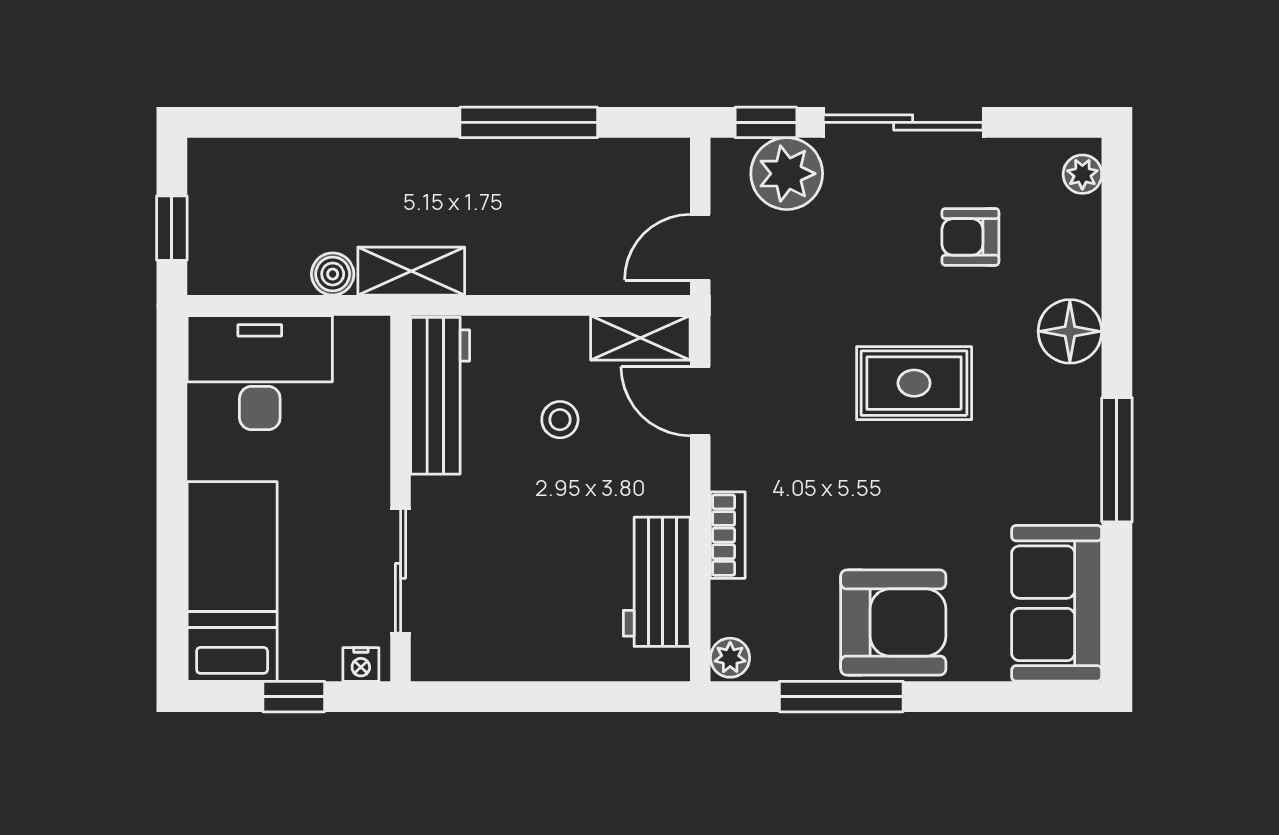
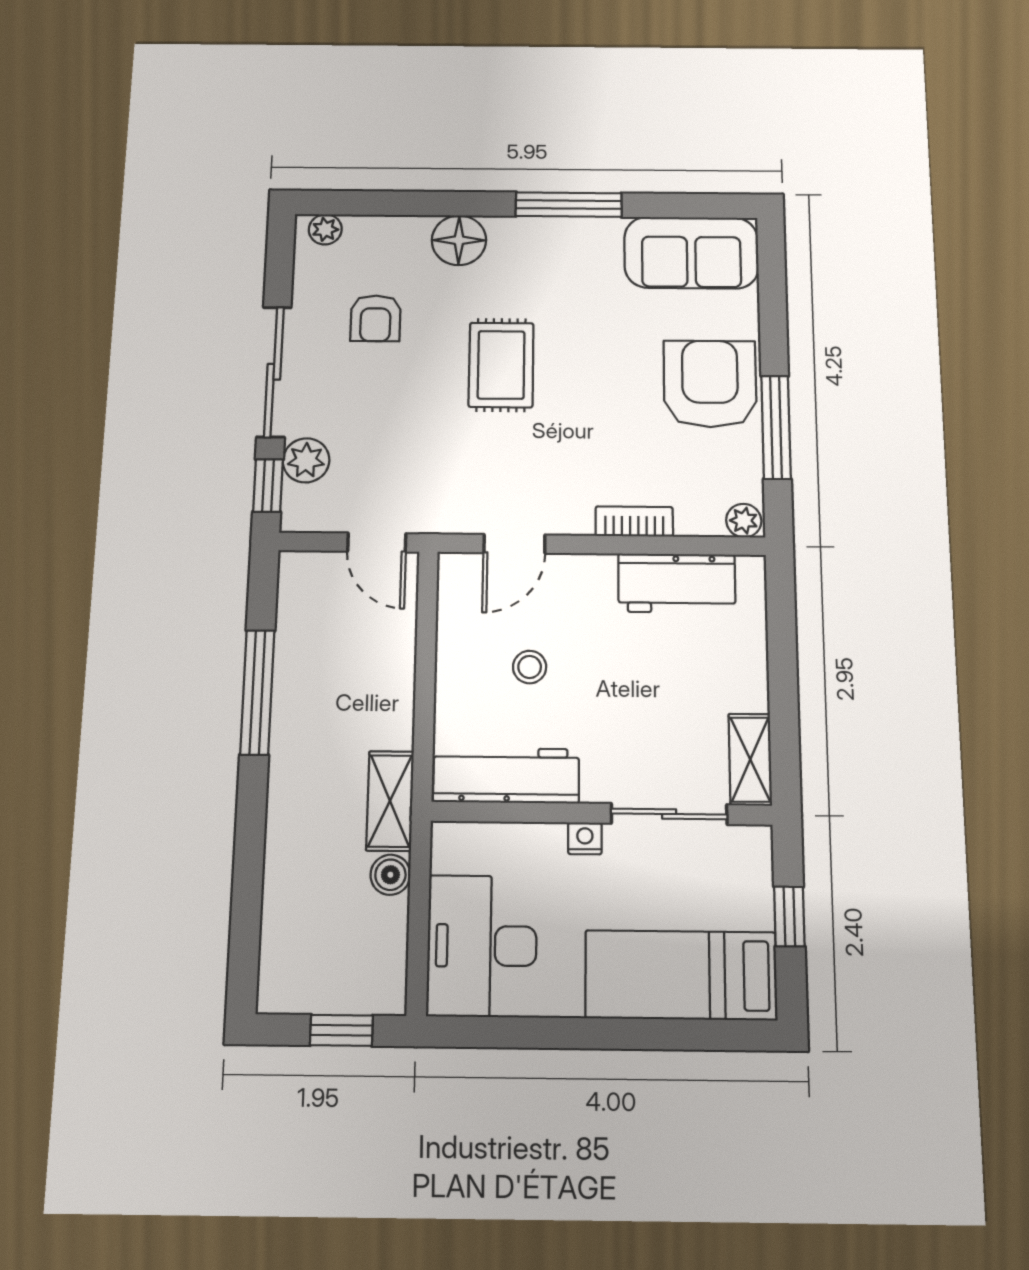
plant: (787, 174) -> (306, 460), width x0.73, depth x0.73
shelving: (640, 338) -> (750, 759), moved
nightstand: (361, 664) -> (585, 838), moved, turned -90

